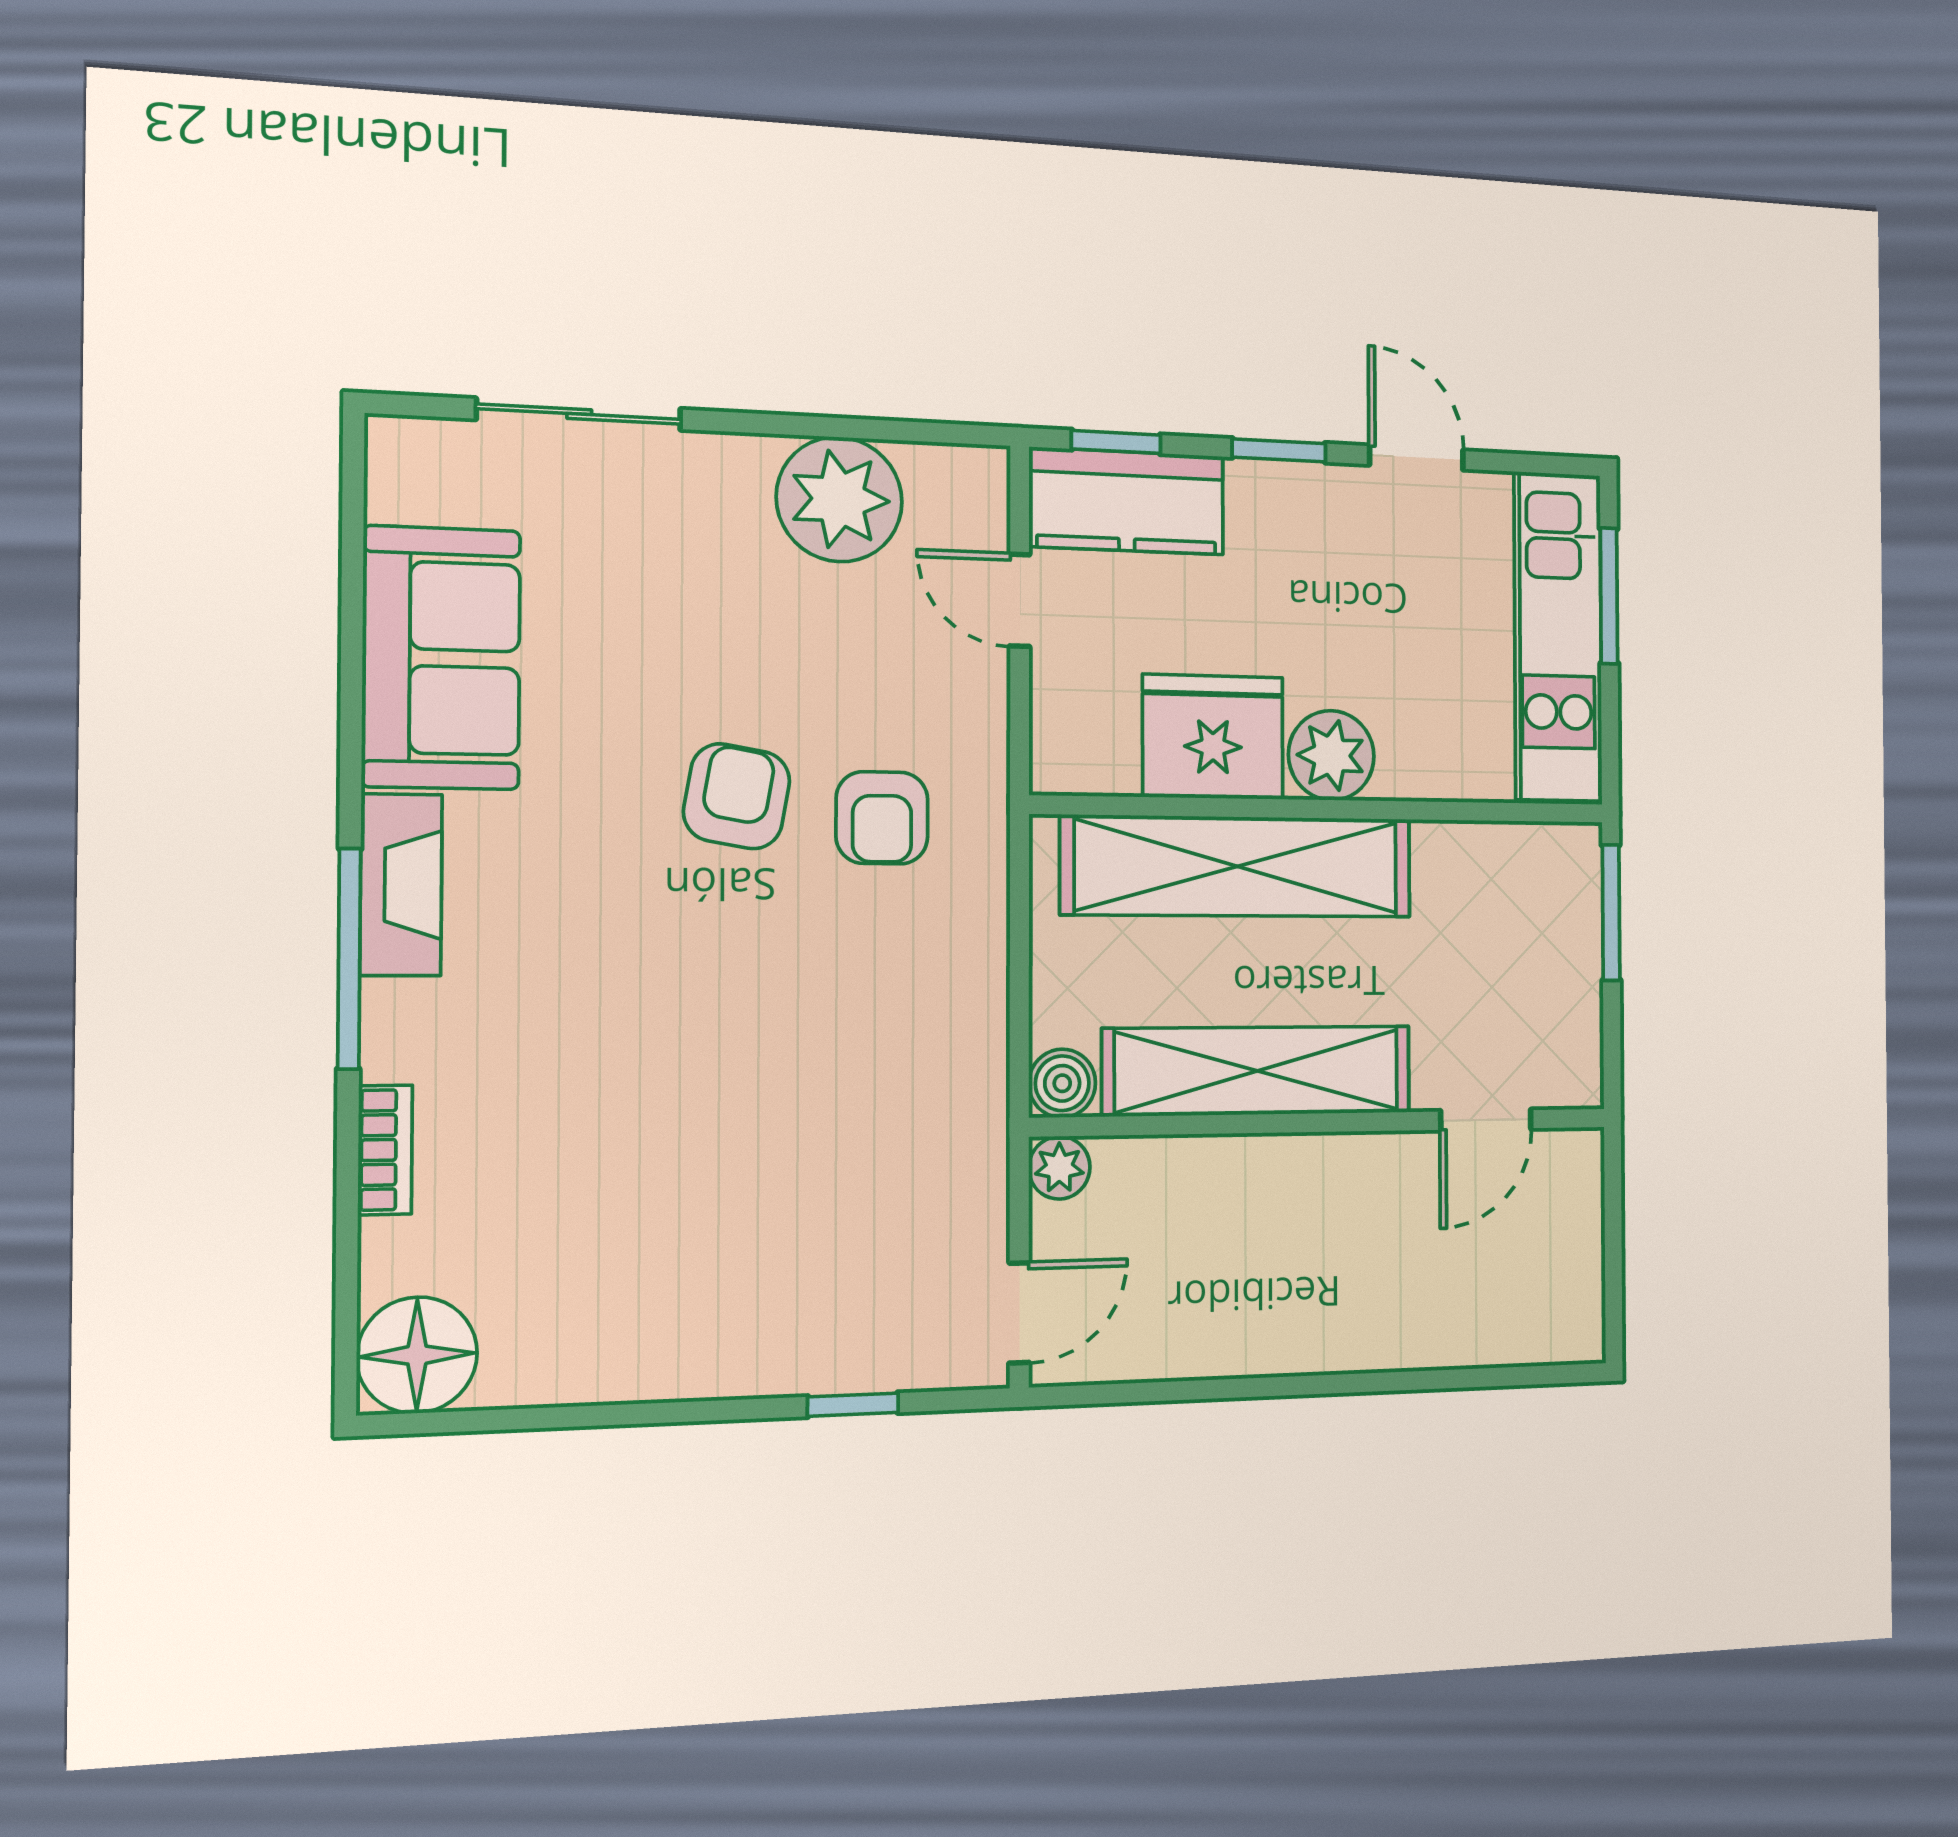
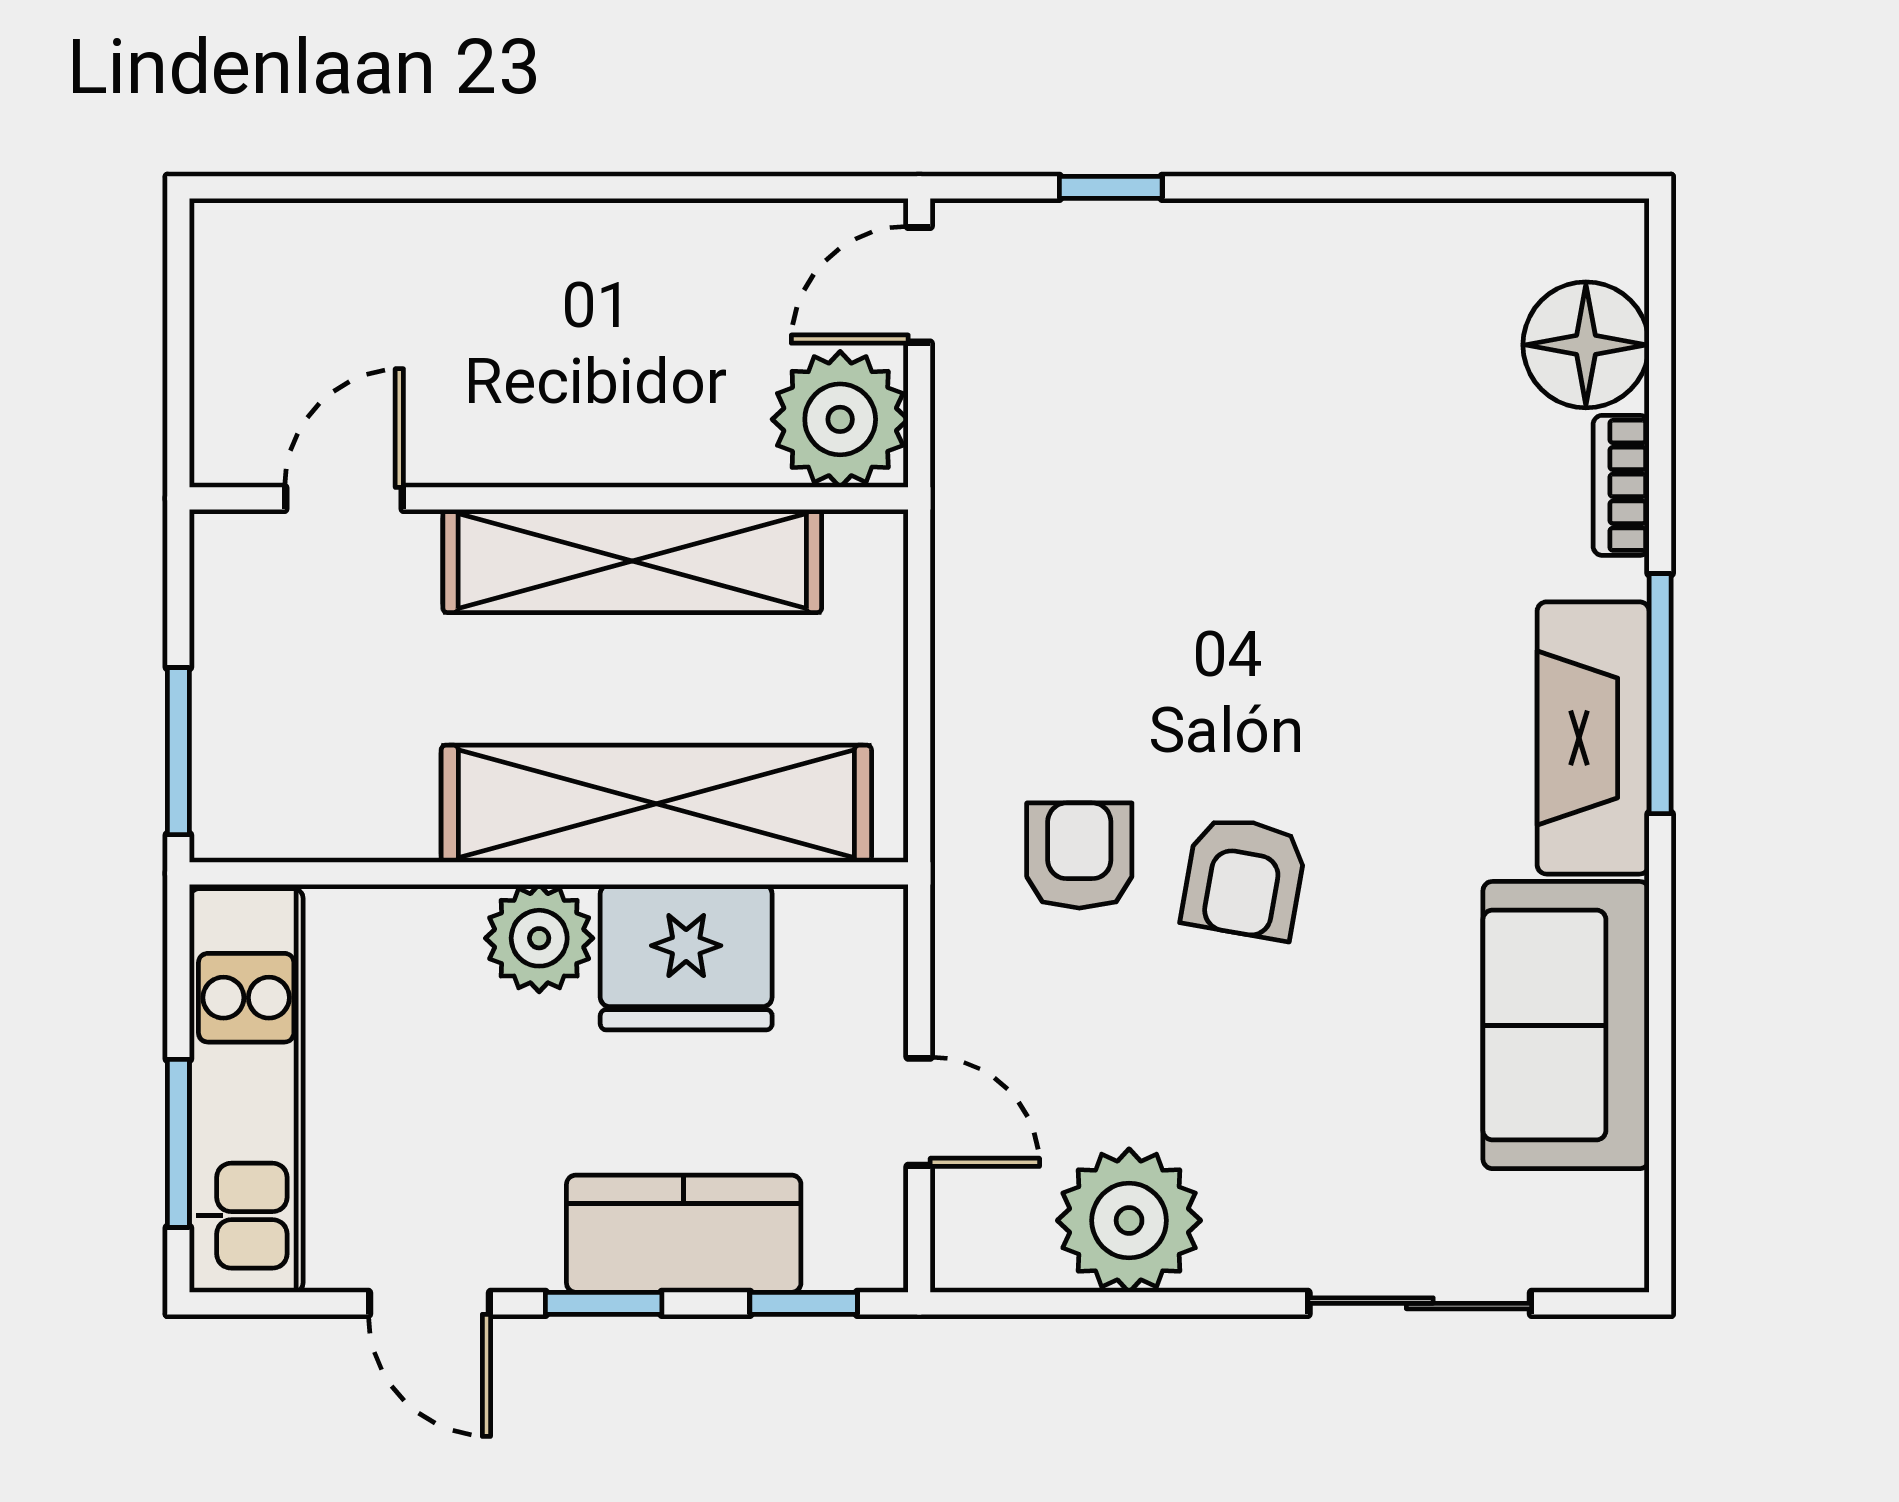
kitchen counter: (1127, 501) -> (684, 1234), moved
fireplace: (401, 885) -> (1593, 738), width x1.37, depth x1.32
boiler: (1062, 1083) -> (869, 549), removed
plant: (1059, 1168) -> (840, 419), width x1.88, depth x1.88
floor lamp: (417, 1355) -> (1586, 345), moved

